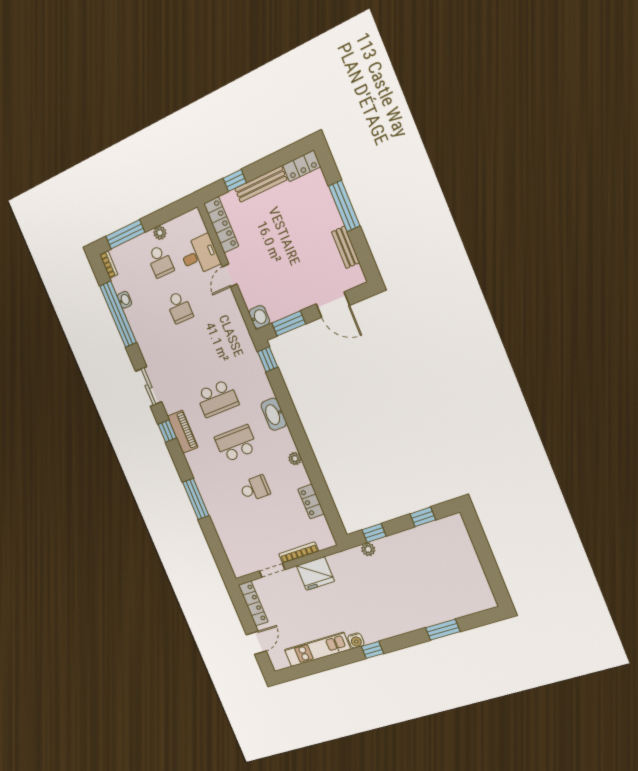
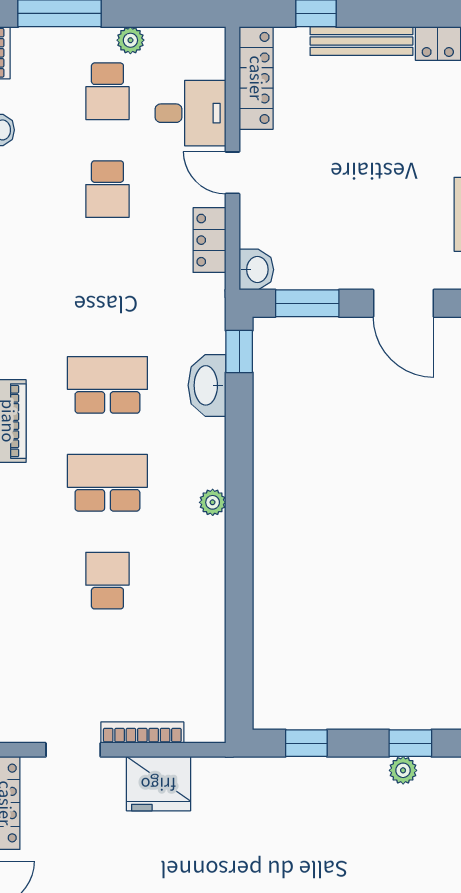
door: (230, 275) -> (232, 173), hinge flipped
school desk: (217, 398) -> (107, 385), turned 180
washbasin: (274, 414) -> (207, 385), moved
plant: (295, 459) -> (213, 502), moved
school desk: (255, 488) -> (107, 581), turned -90
locker: (311, 501) -> (209, 240), moved
plant: (368, 549) -> (403, 770), moved

